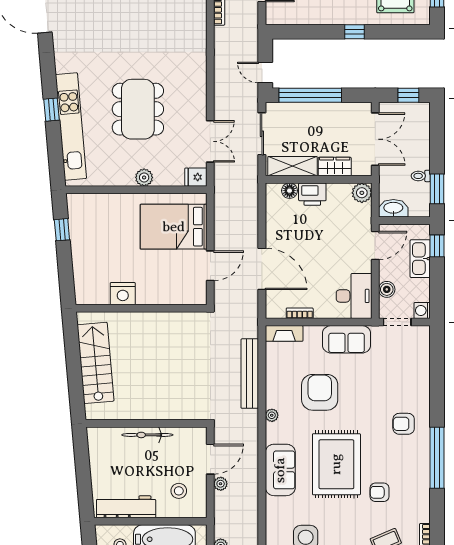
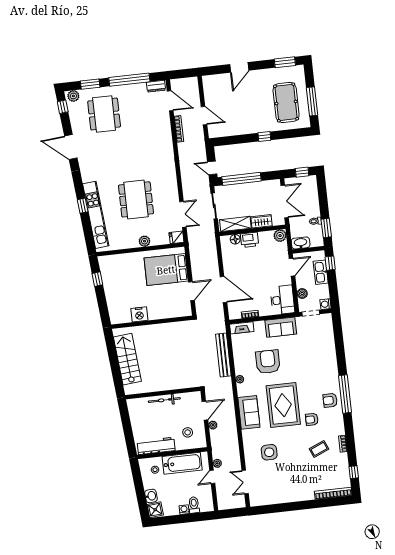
armchair: (404, 424) -> (330, 400), moved

